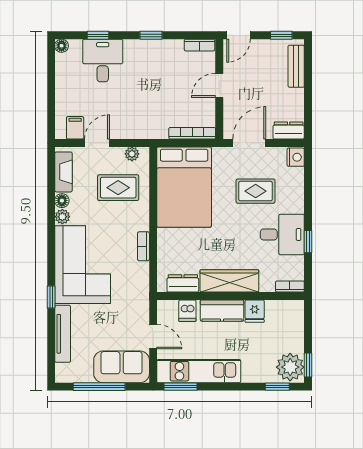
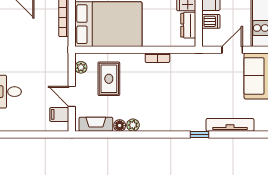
corner sofa: (83, 265) -> (173, 108), removed

